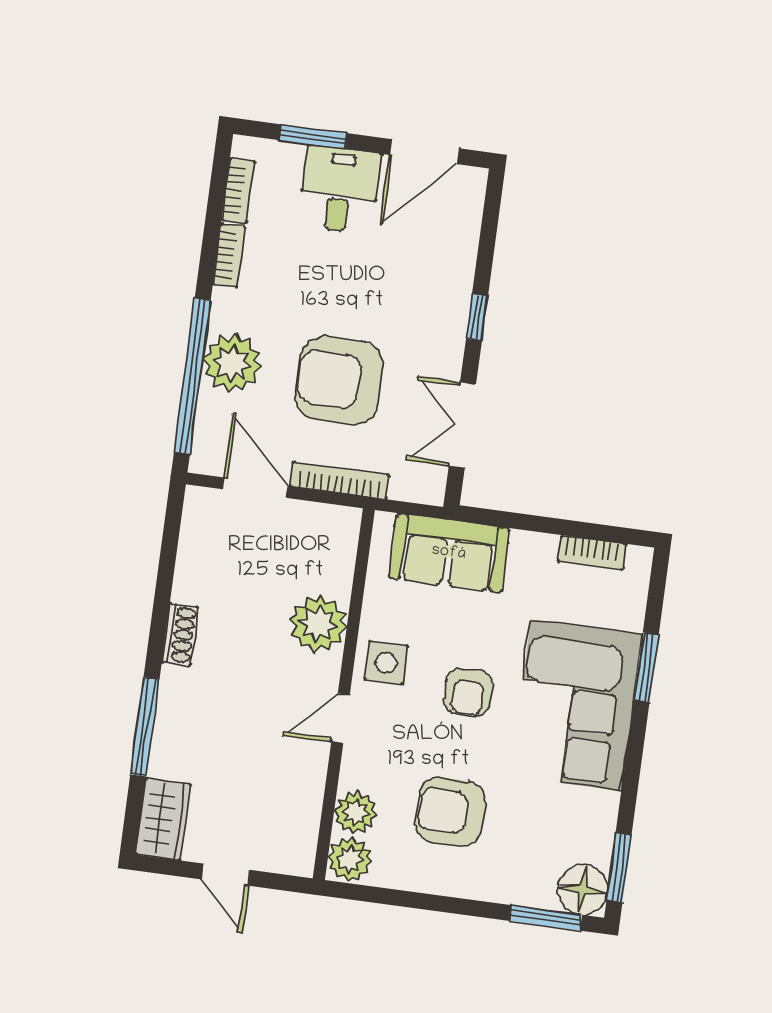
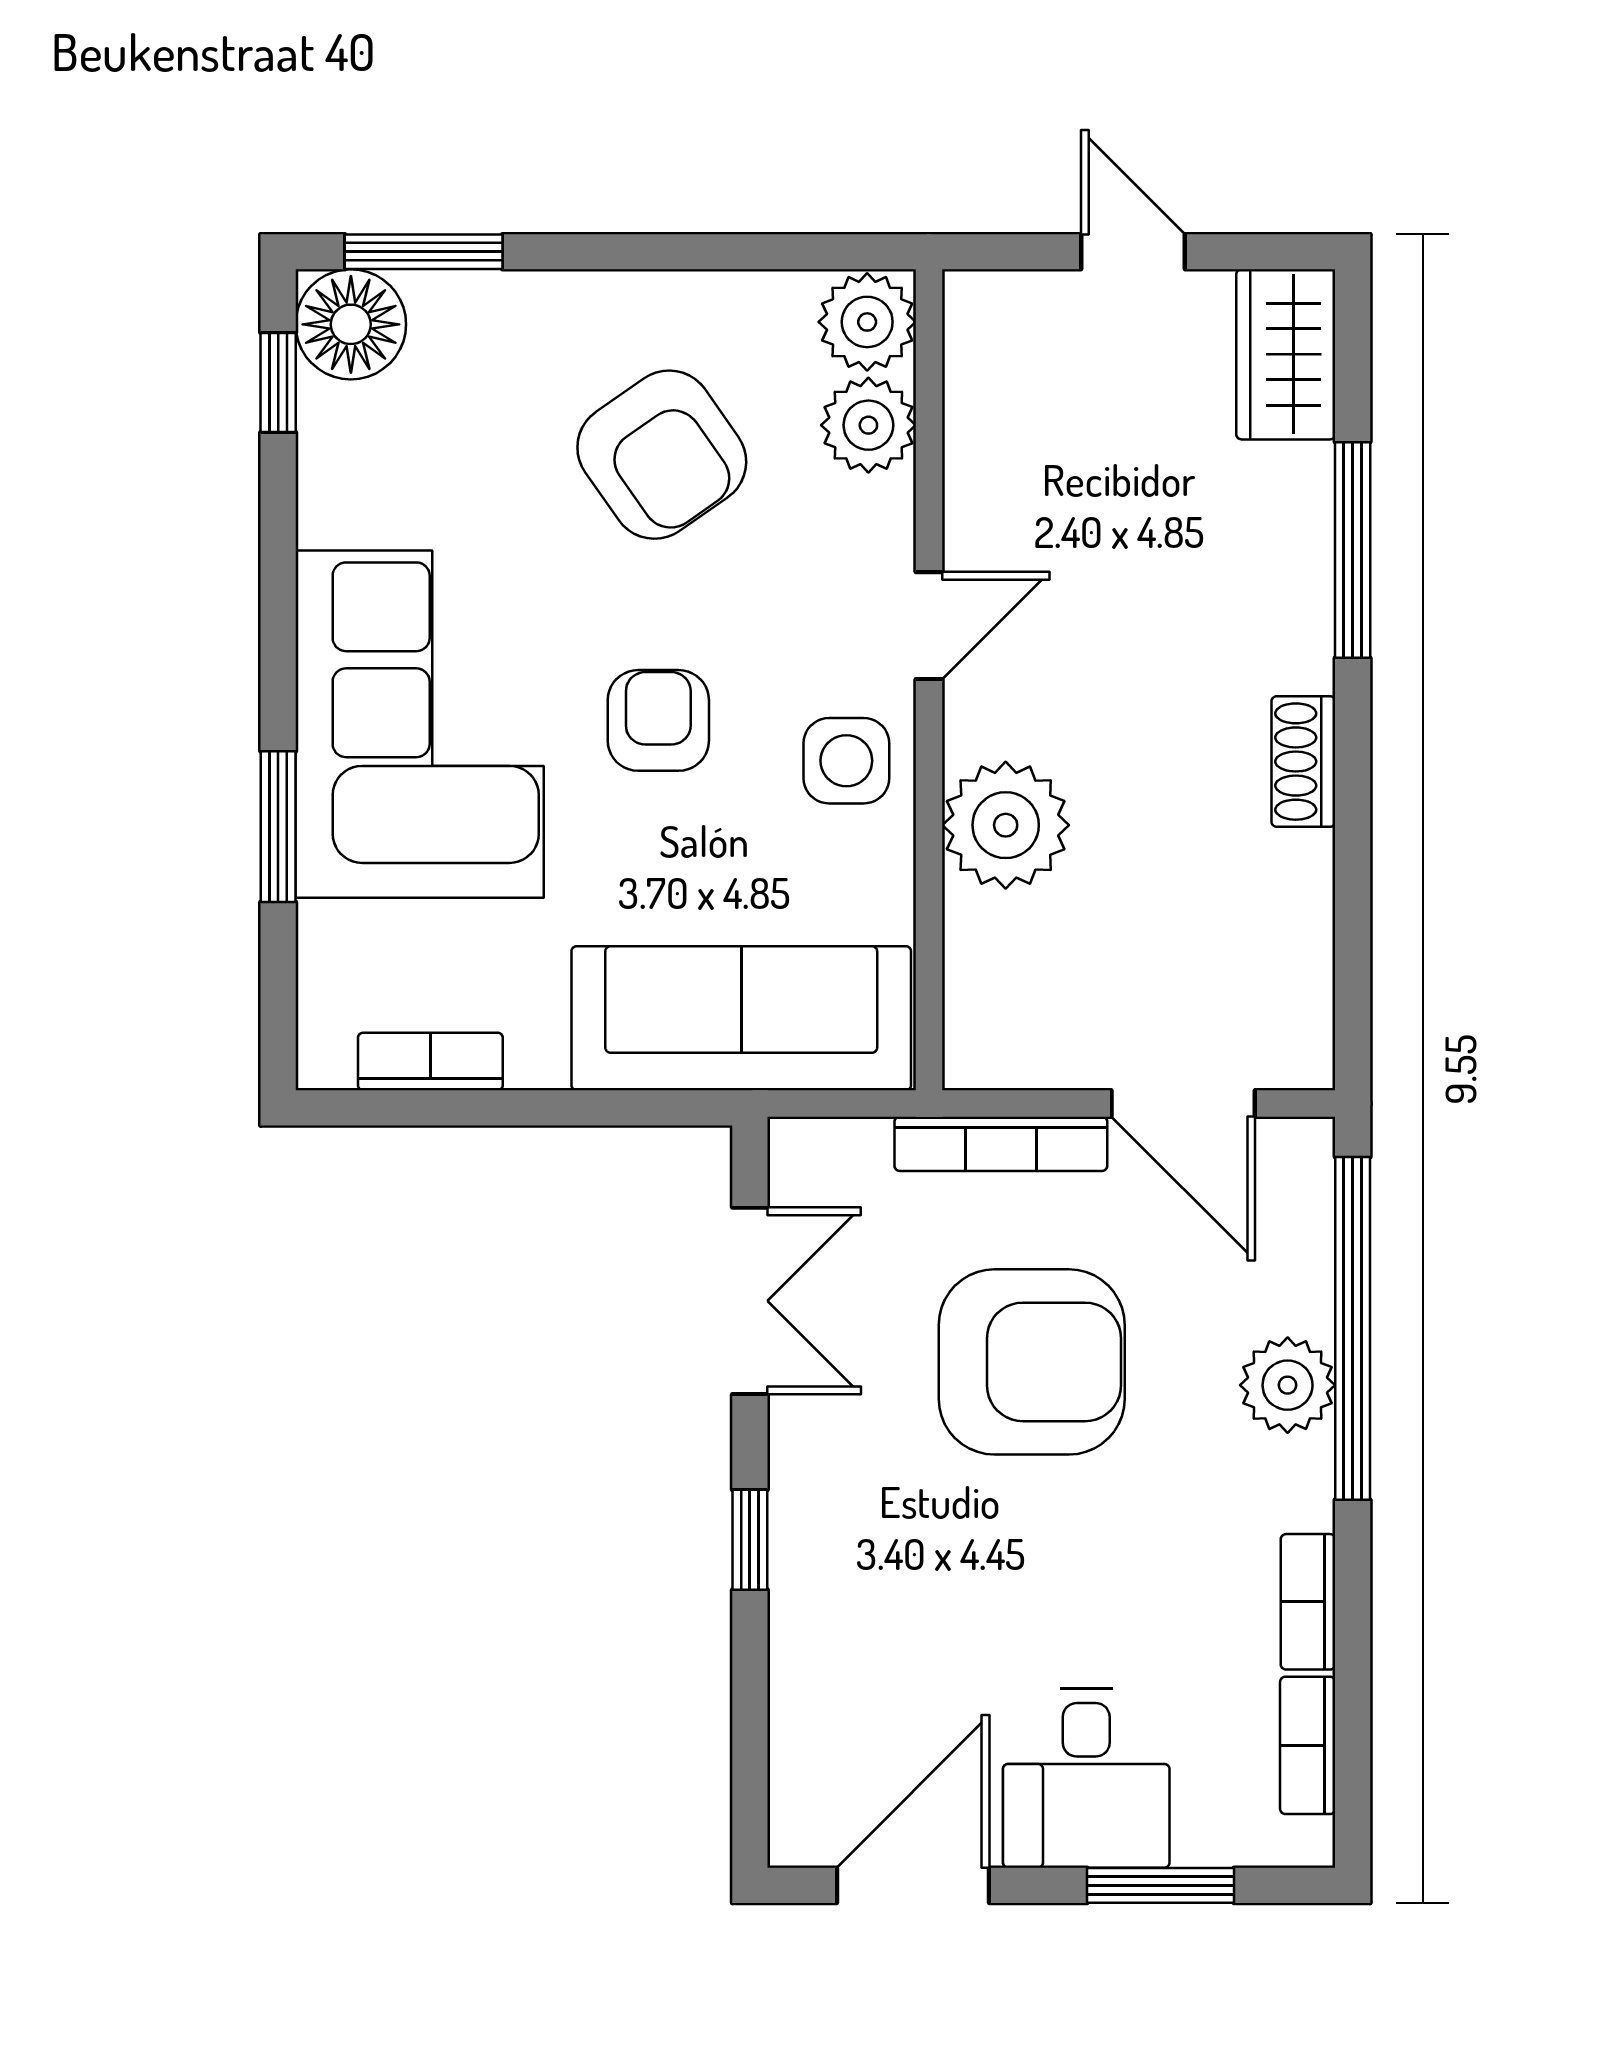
plant: (232, 363) -> (1288, 1385), width x0.73, depth x0.73
sofa: (449, 553) -> (741, 1018), width x1.36
armchair: (451, 812) -> (662, 455), turned 55
window: (619, 868) -> (278, 383), width x0.67

